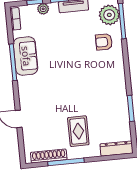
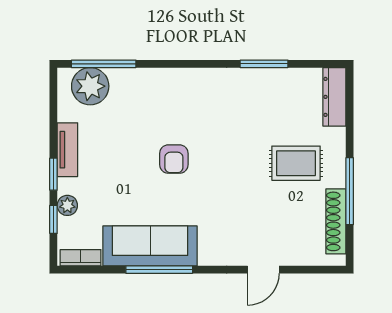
armchair: (104, 42) -> (174, 159), moved
sofa: (26, 56) -> (150, 246), width x1.36

